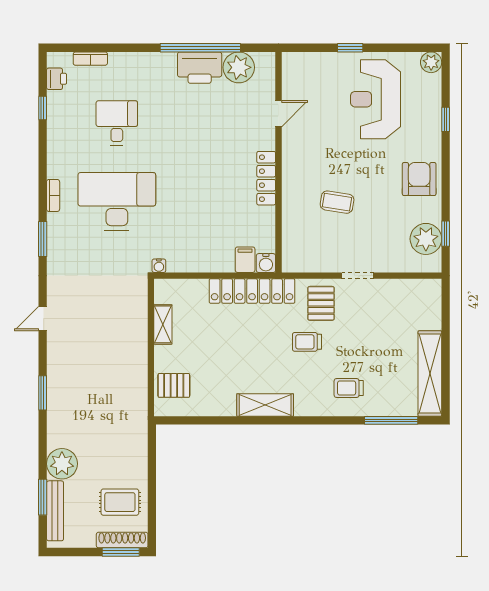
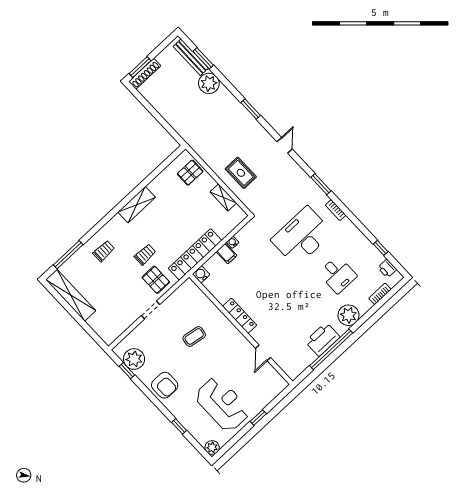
plant: (239, 67) -> (348, 315), moved
desk: (117, 201) -> (302, 236), turned 180
filing cabinet: (245, 260) -> (227, 253), moved
water cooler: (159, 266) -> (233, 242), moved
rug: (120, 502) -> (241, 173), moved, turned 90

